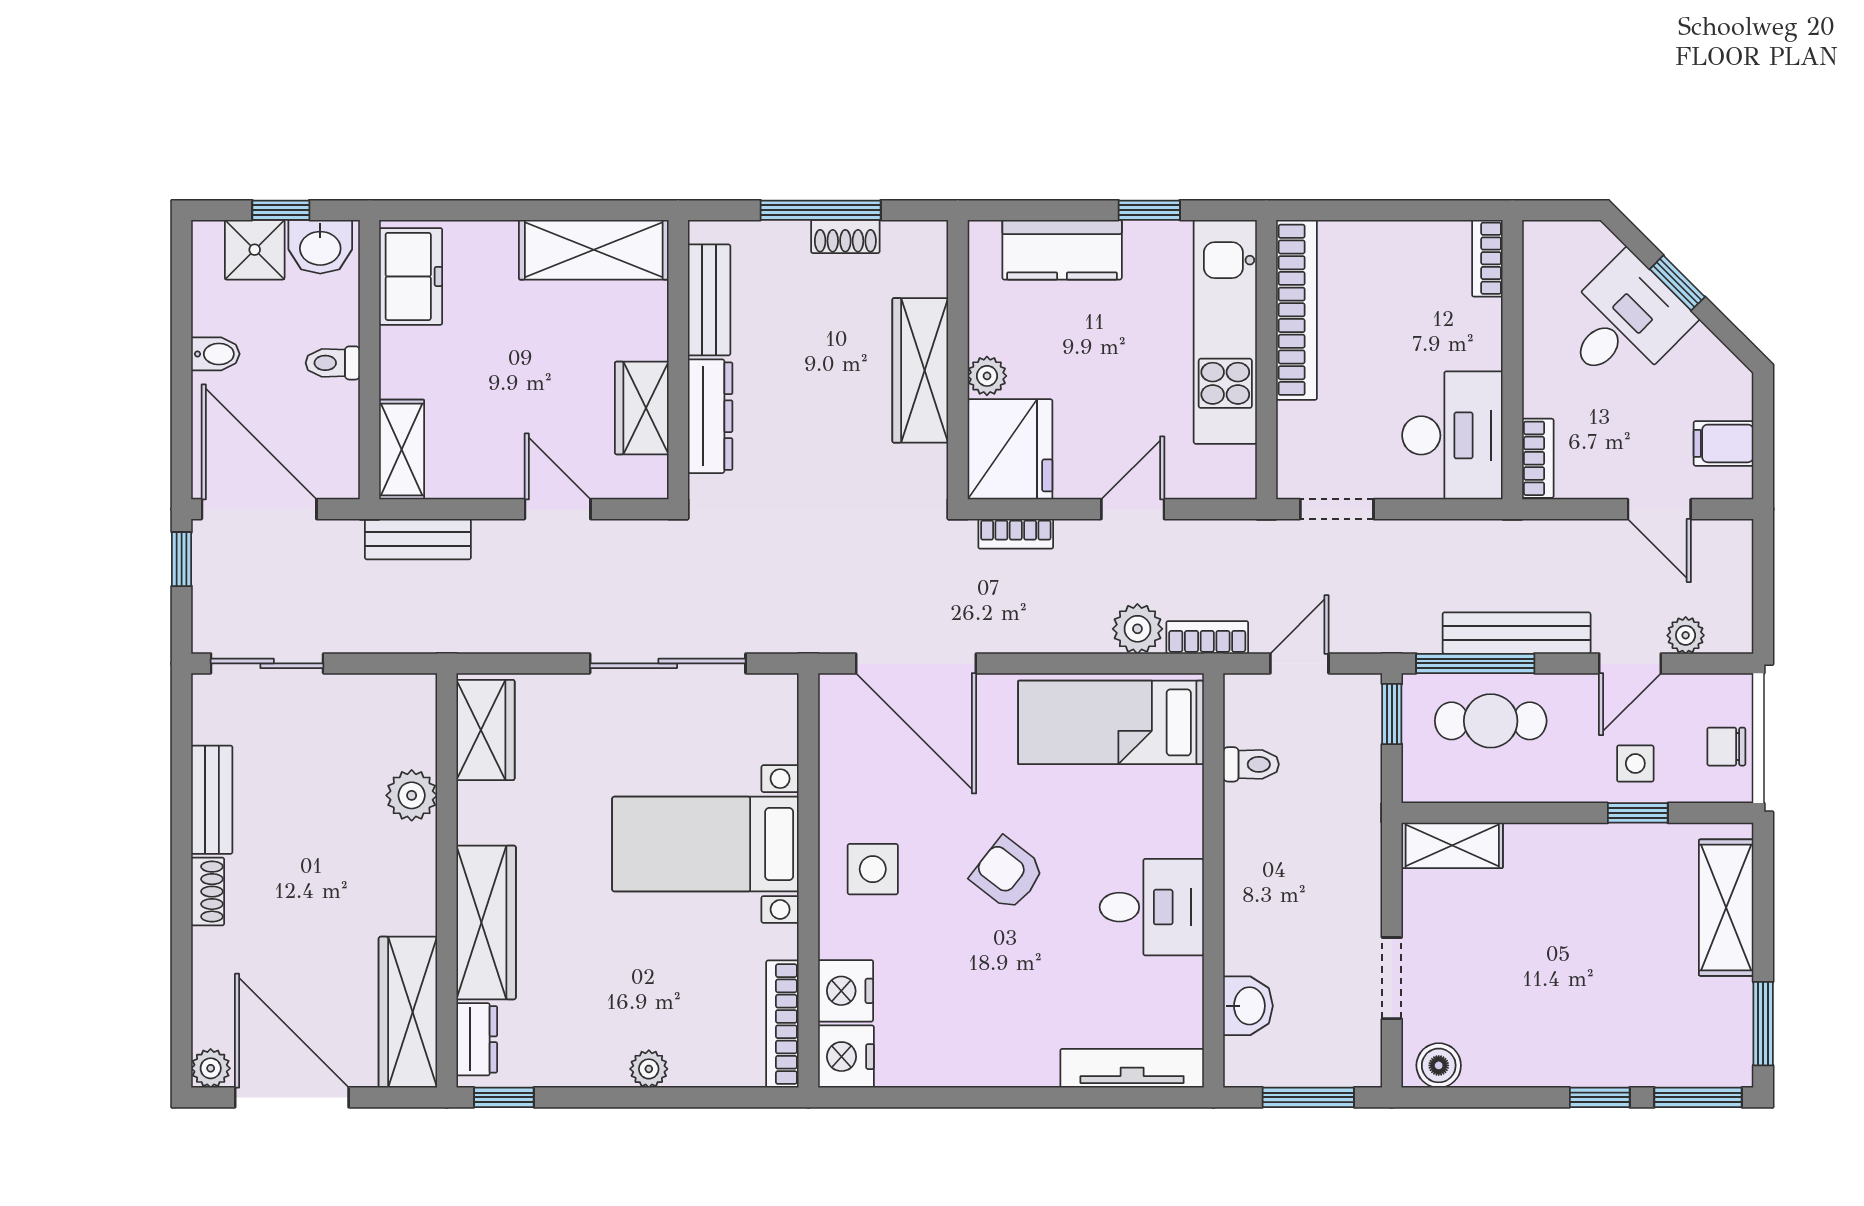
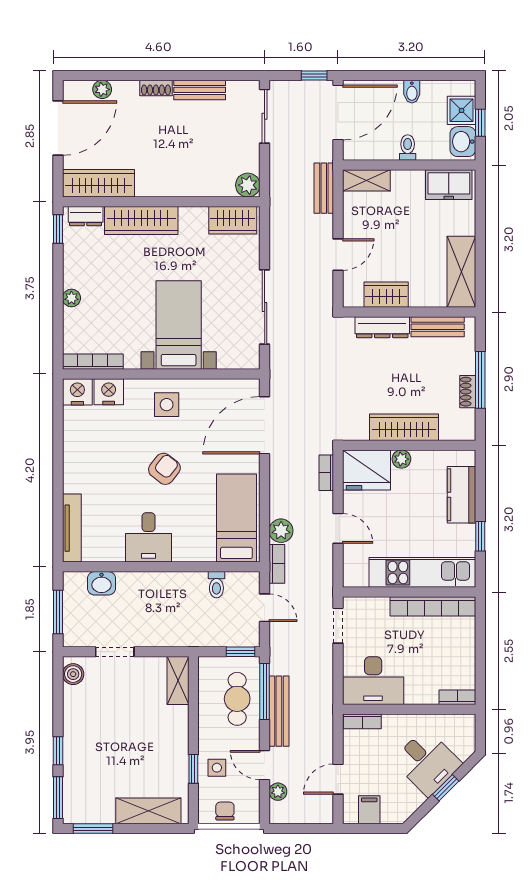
plant: (412, 795) -> (248, 185), moved
plant: (211, 1068) -> (102, 89), moved

